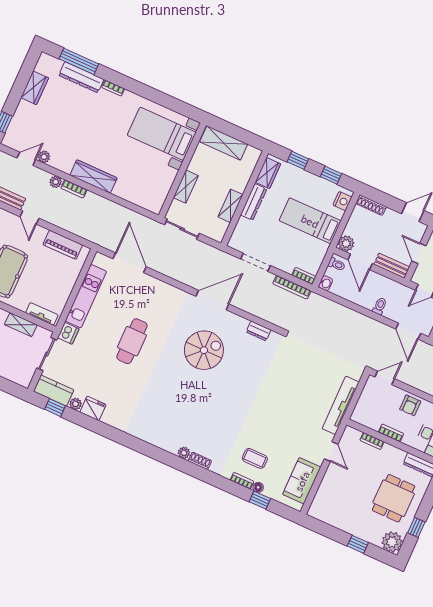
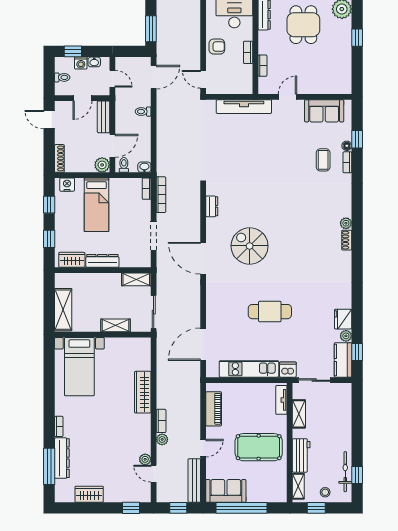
wardrobe: (93, 177) -> (143, 392), moved
shelving: (230, 206) -> (136, 279), moved
shoe rack: (200, 461) -> (347, 240), moved
dining table: (394, 498) -> (303, 25), turned 90

